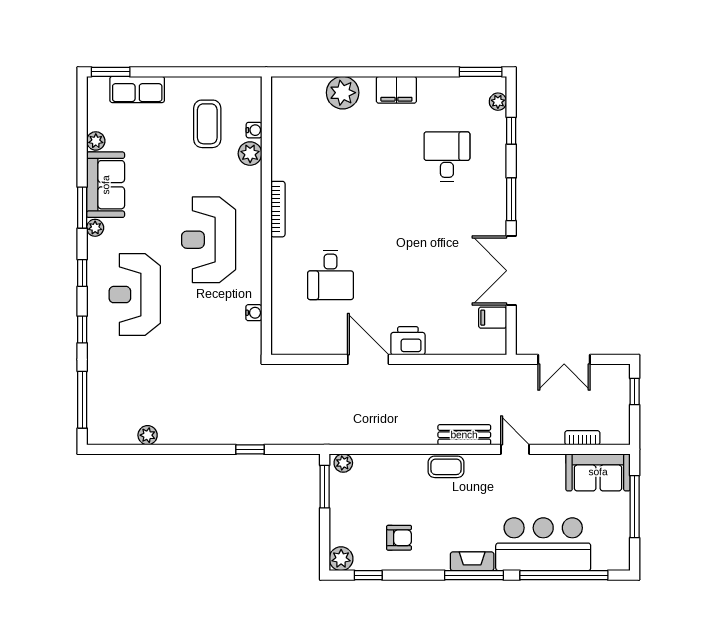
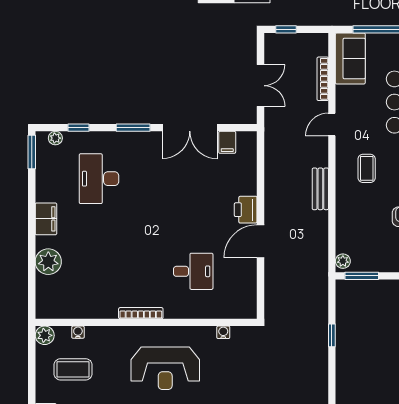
plant: (250, 154) -> (45, 335), moved
desk: (447, 157) -> (99, 179), width x1.37
bench: (464, 435) -> (320, 189), moved
bookcase: (582, 438) -> (323, 79), width x1.56
coffee table: (446, 467) -> (367, 168), moved

